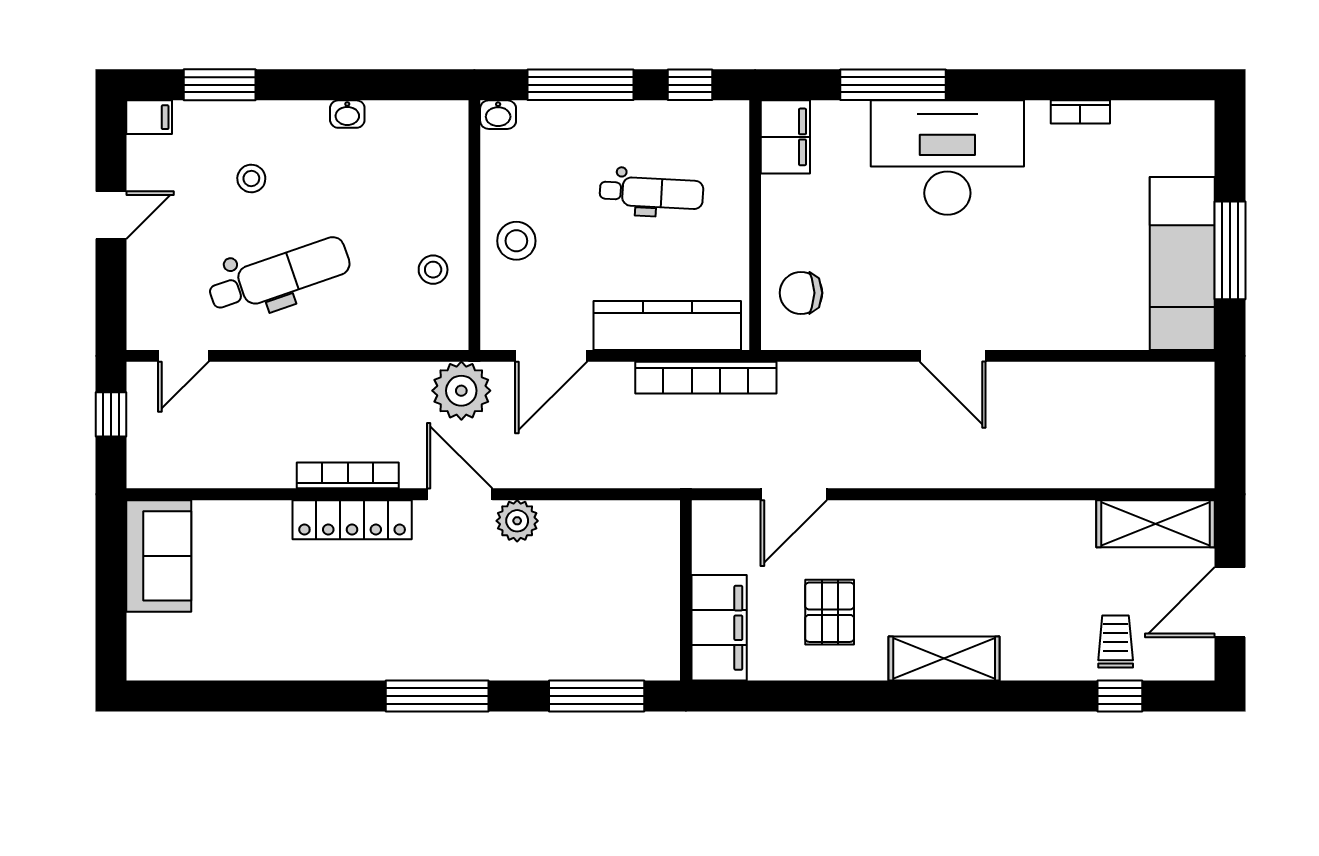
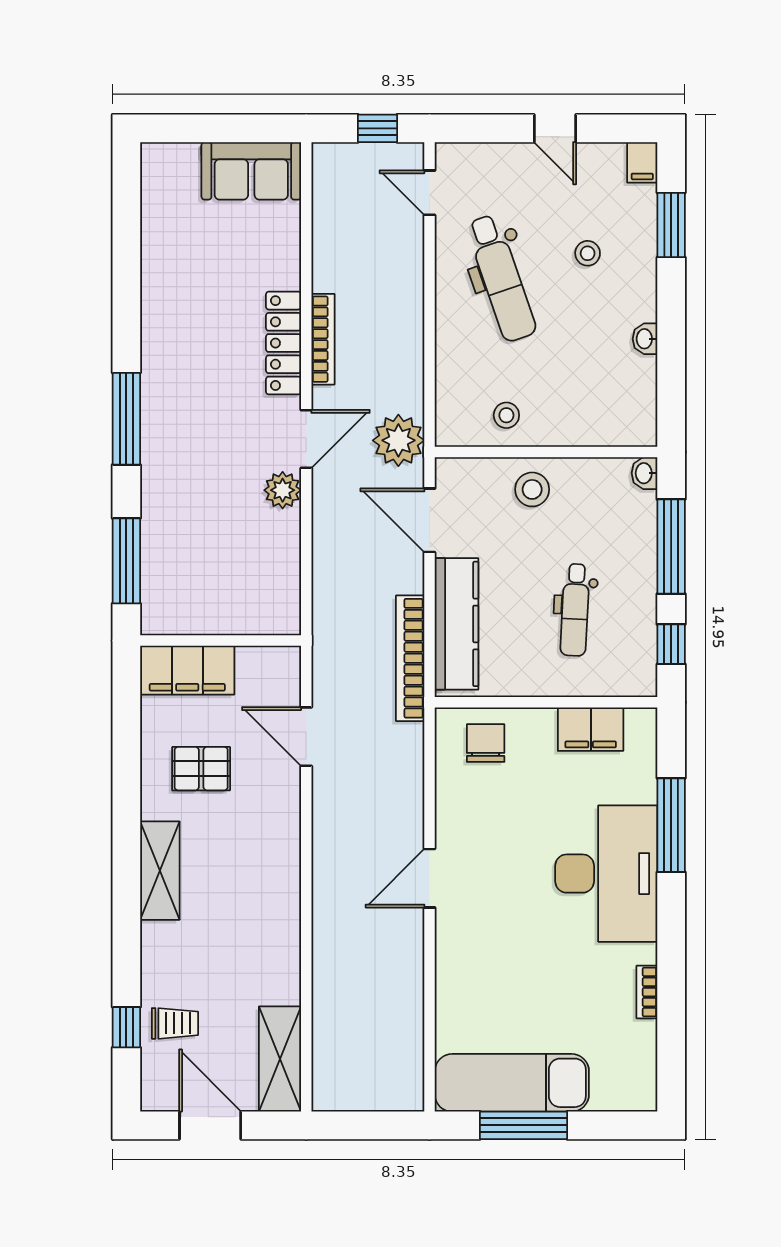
filing cabinet: (785, 137) -> (591, 729), moved

